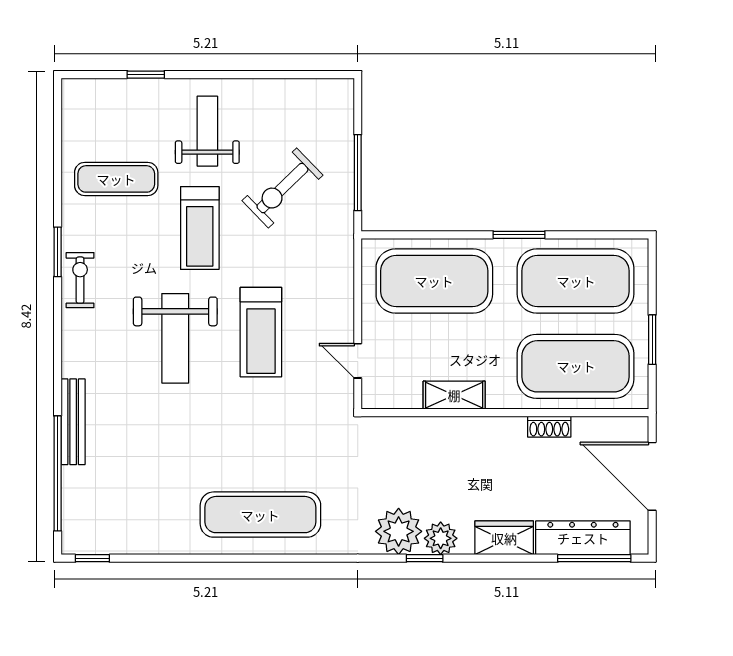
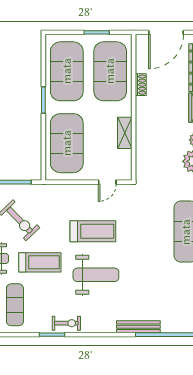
exercise bike: (80, 280) -> (66, 323), turned 180

